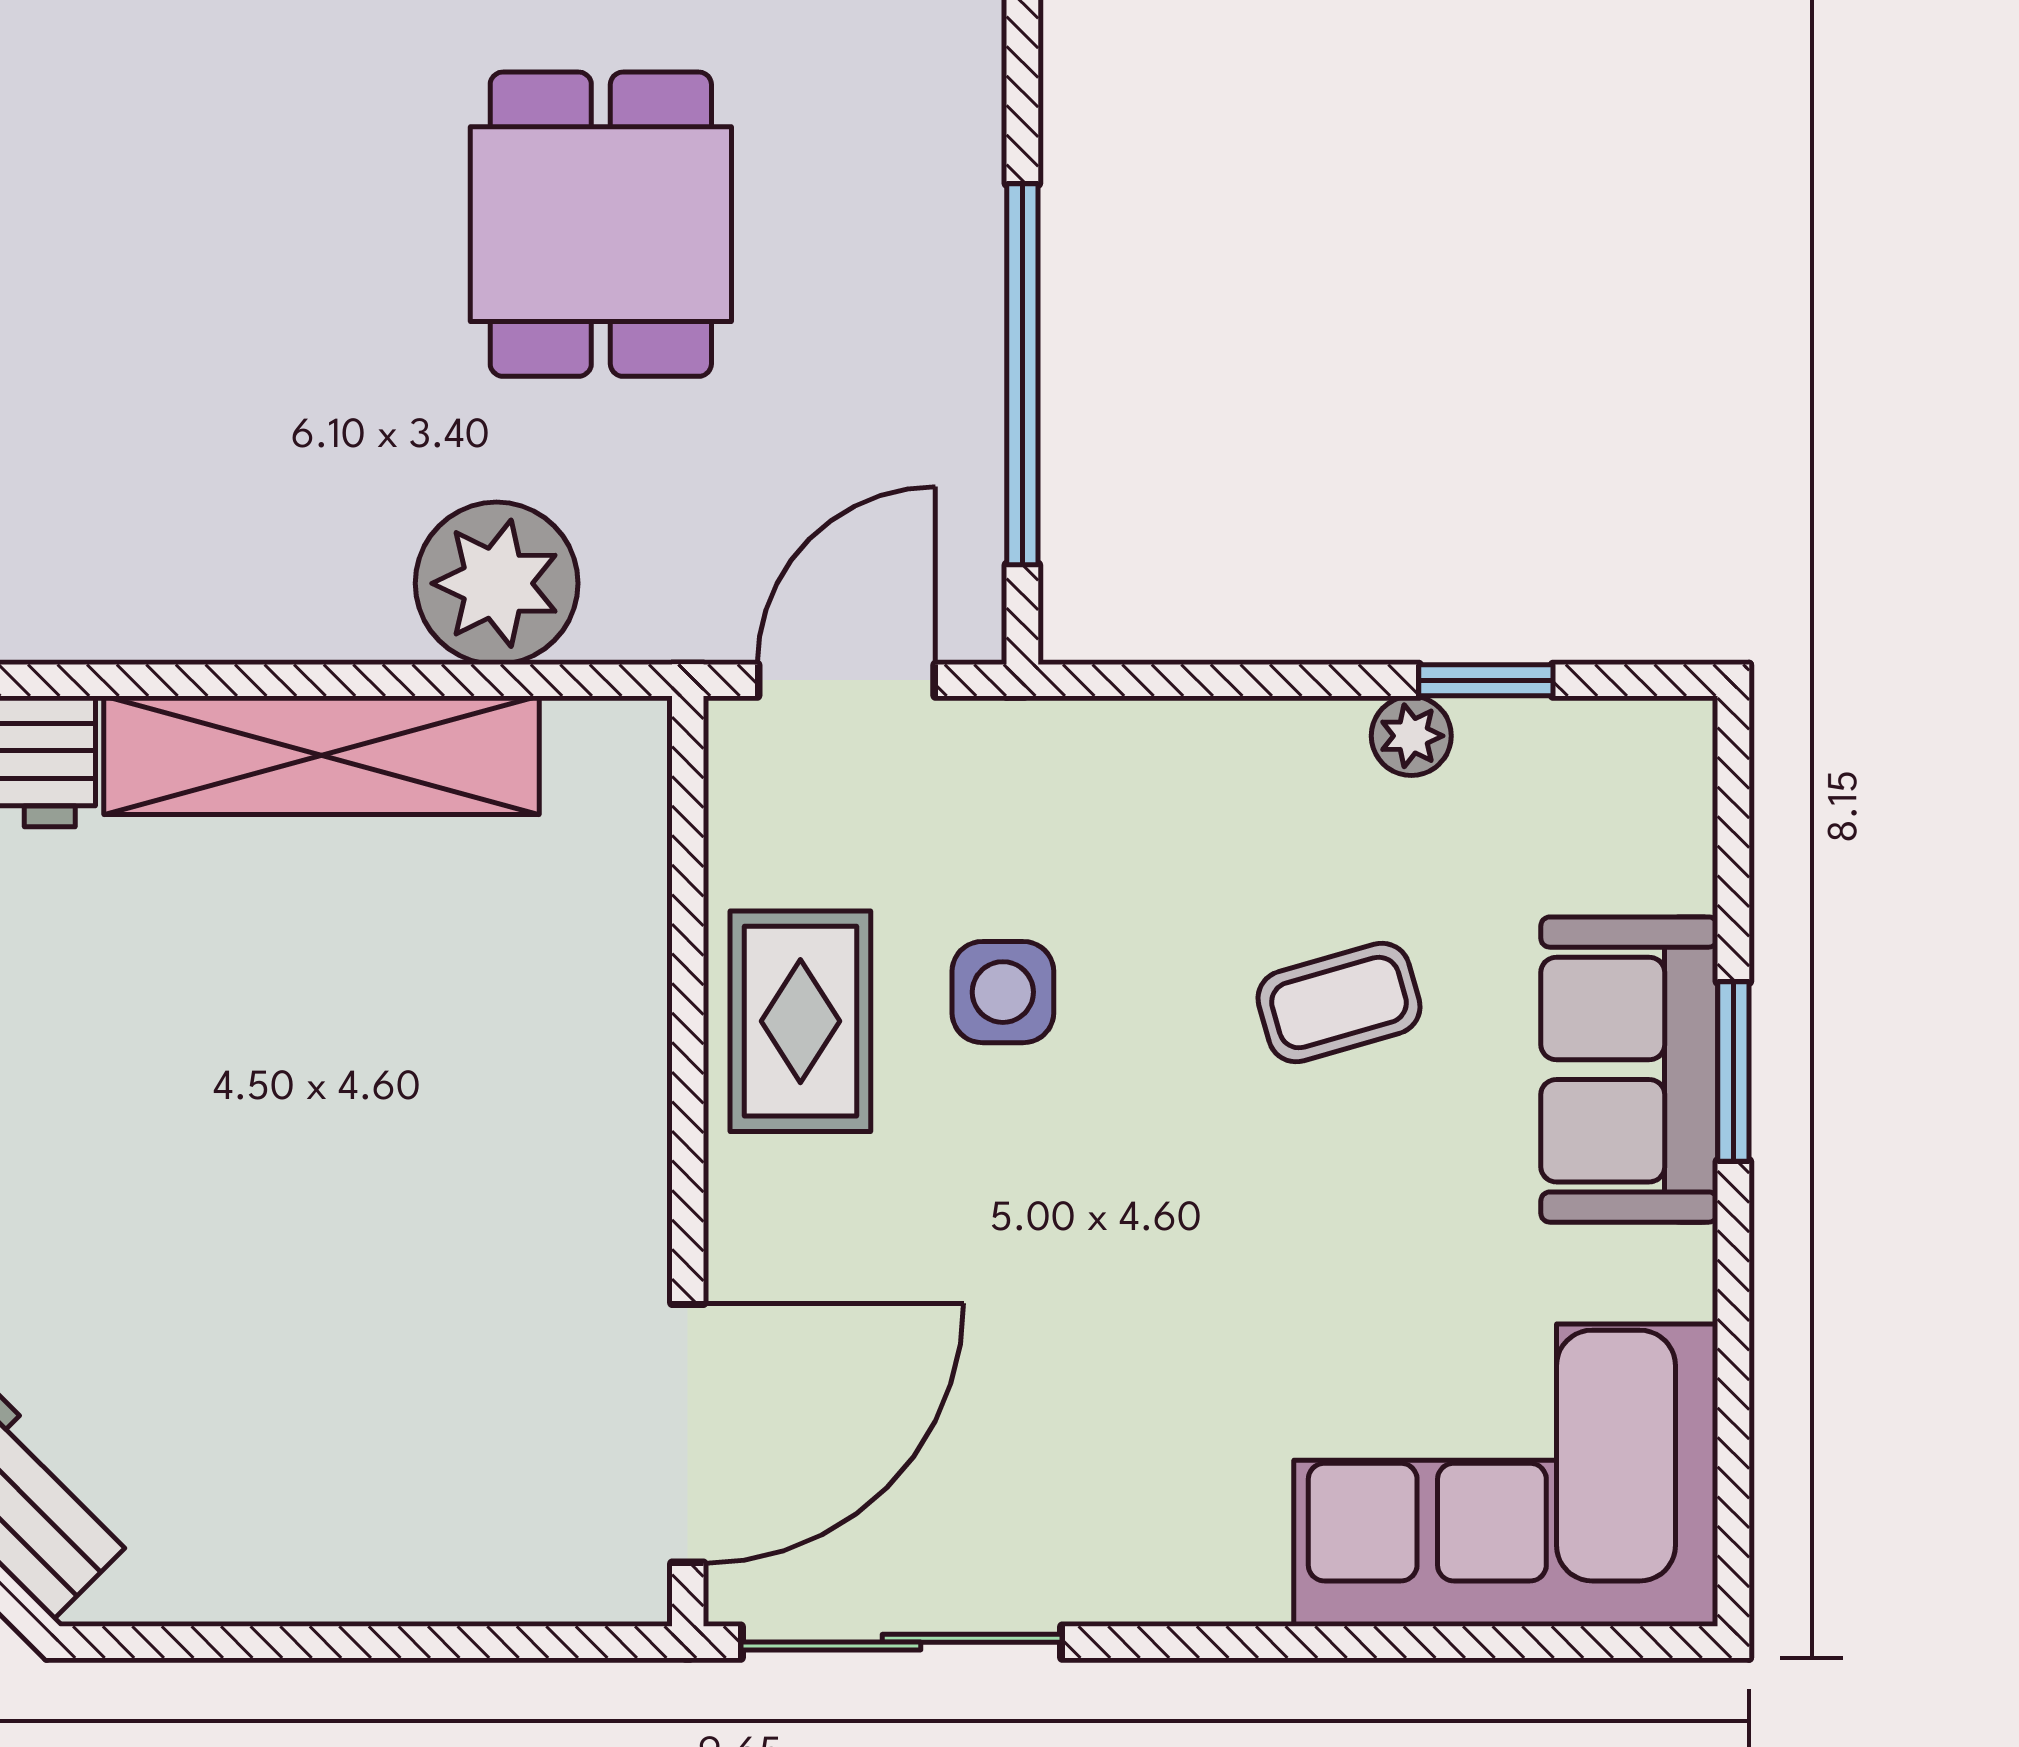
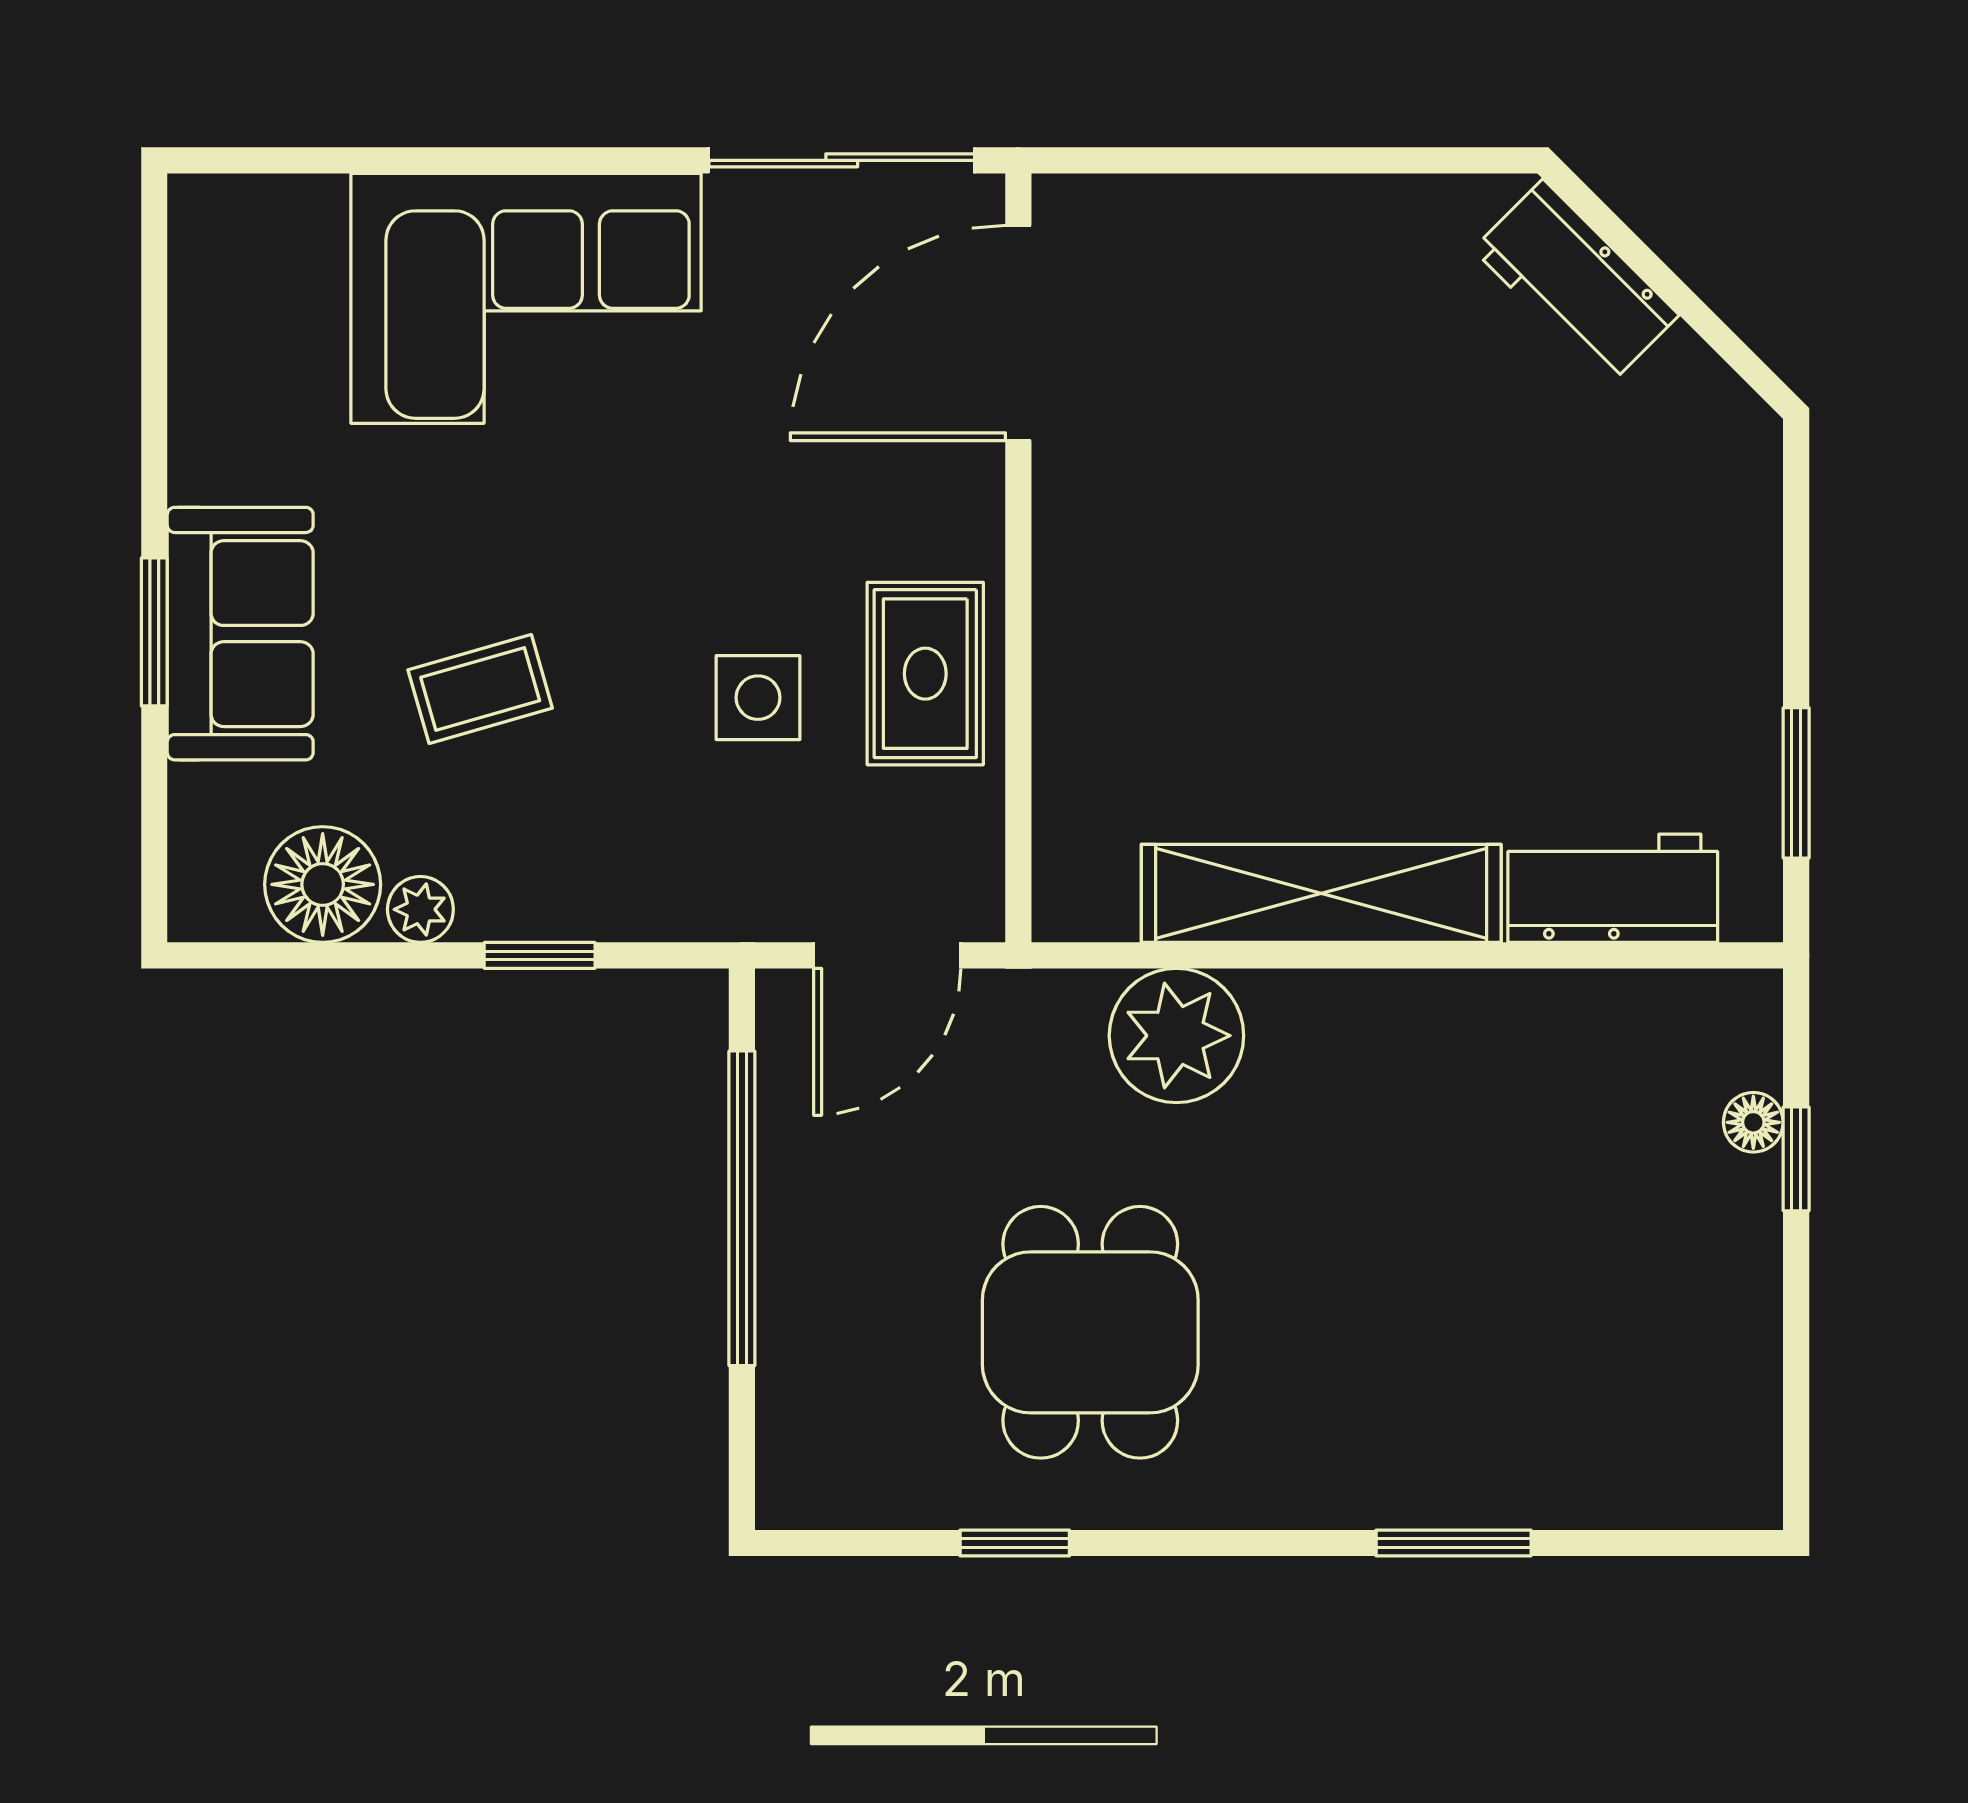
window: (1486, 680) -> (540, 955), moved
floor lamp: (1530, 766) -> (323, 884), added
corner sofa: (1506, 1475) -> (526, 298), moved

